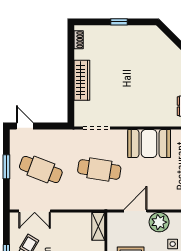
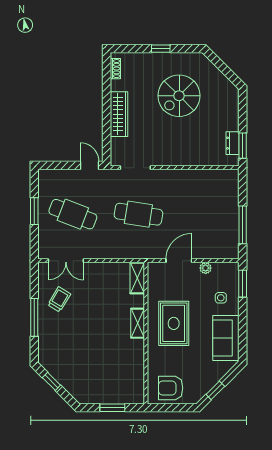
spiral stairs: (135, 64) -> (179, 96), added
door: (25, 126) -> (90, 165), moved
booth: (149, 144) -> (194, 185), removed
plant: (159, 222) -> (206, 268), width x0.53, depth x0.53

